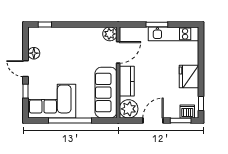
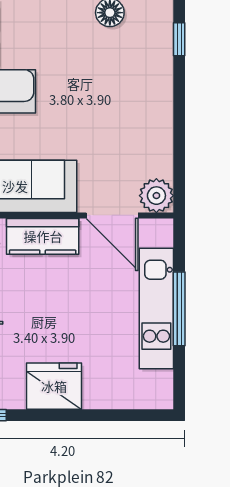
window: (157, 24) -> (179, 309), width x1.44
kitchen unit: (174, 34) -> (156, 308), moved

